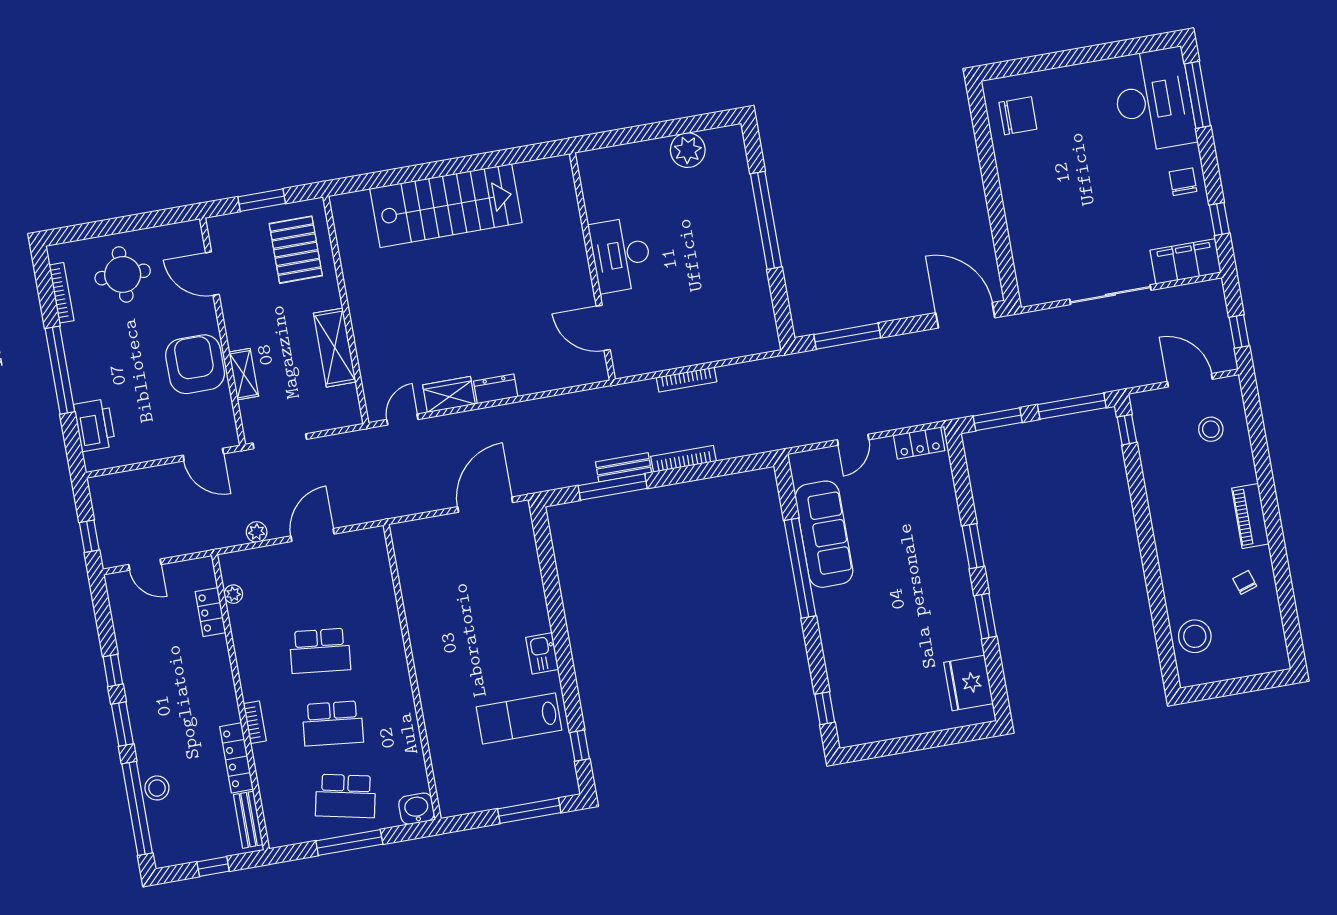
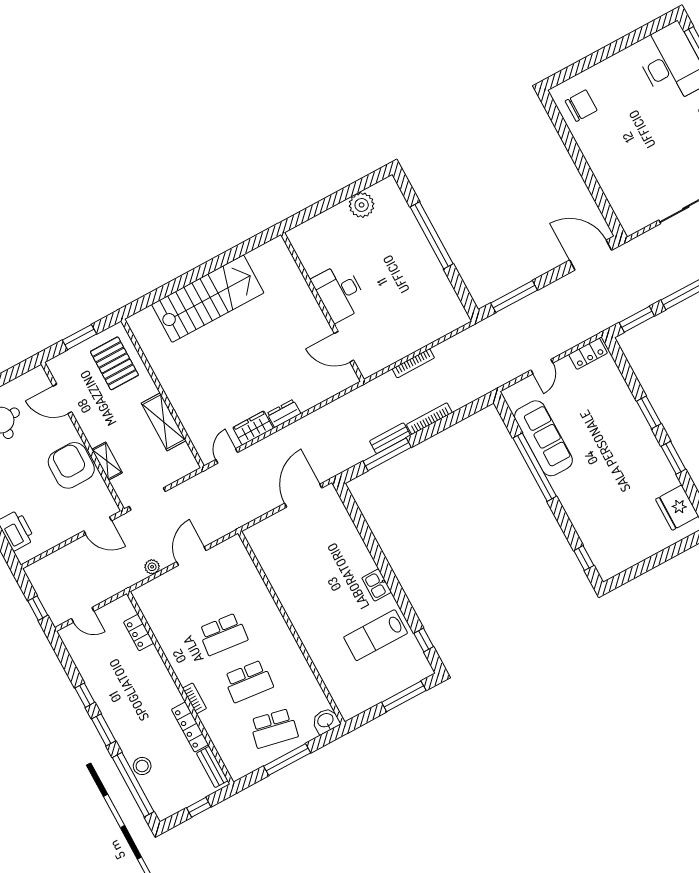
plant: (233, 594) -> (150, 615), removed

